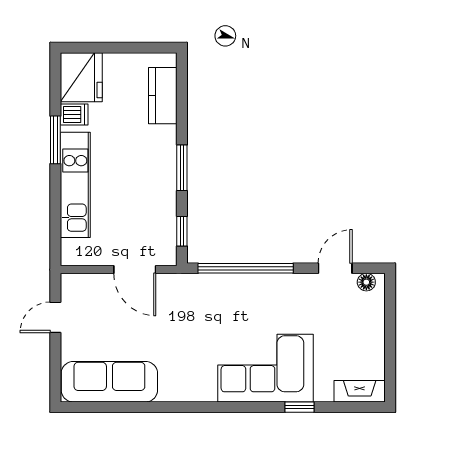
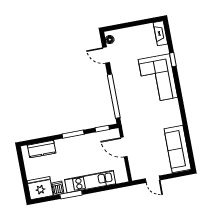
door: (135, 270) -> (124, 147), swing flipped

